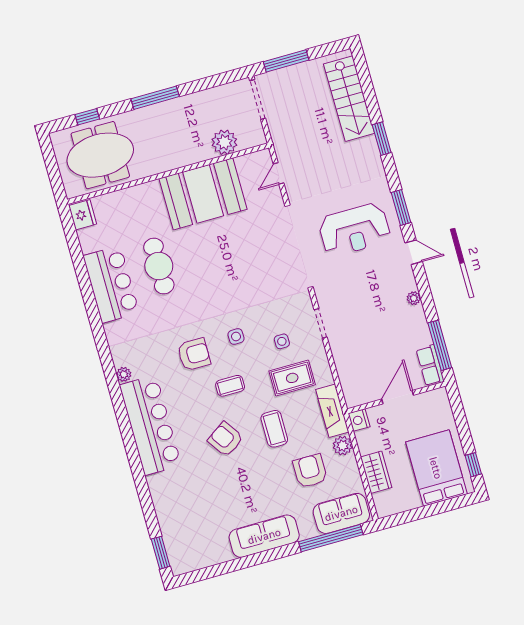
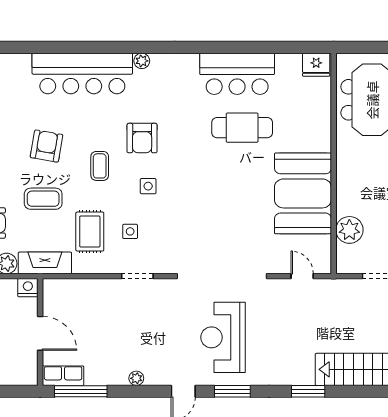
armchair: (226, 439) -> (47, 146), turned -46

